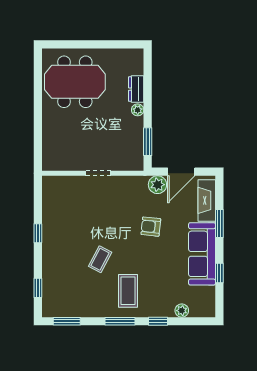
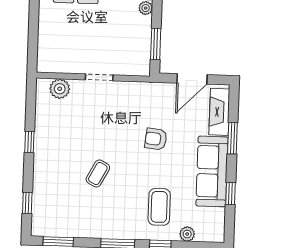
plant: (157, 185) -> (60, 89), moved
coffee table: (128, 291) -> (159, 207), moved

